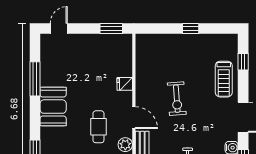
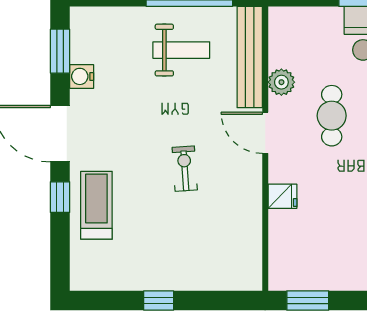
window: (243, 62) -> (60, 197), moved
exercise bike: (177, 99) -> (185, 169), width x0.73, depth x0.72

